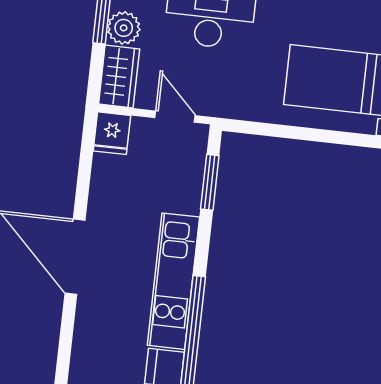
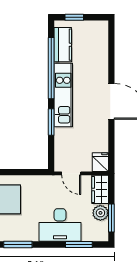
window: (210, 182) -> (51, 122), moved

